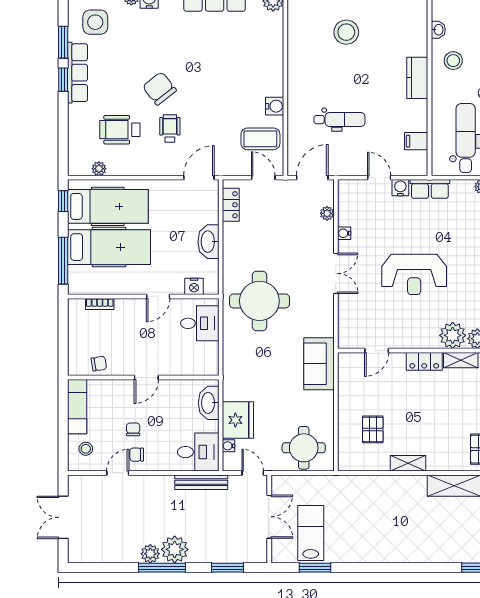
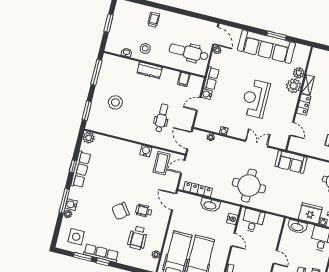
locker: (231, 205) -> (198, 189), width x1.53
double door: (336, 273) -> (256, 144), moved
reception desk: (414, 274) -> (255, 98), turned 180

